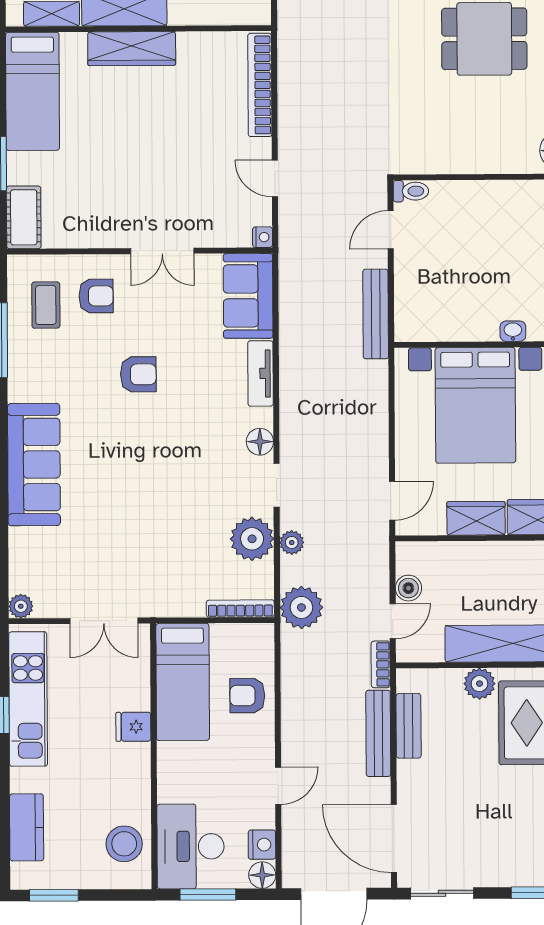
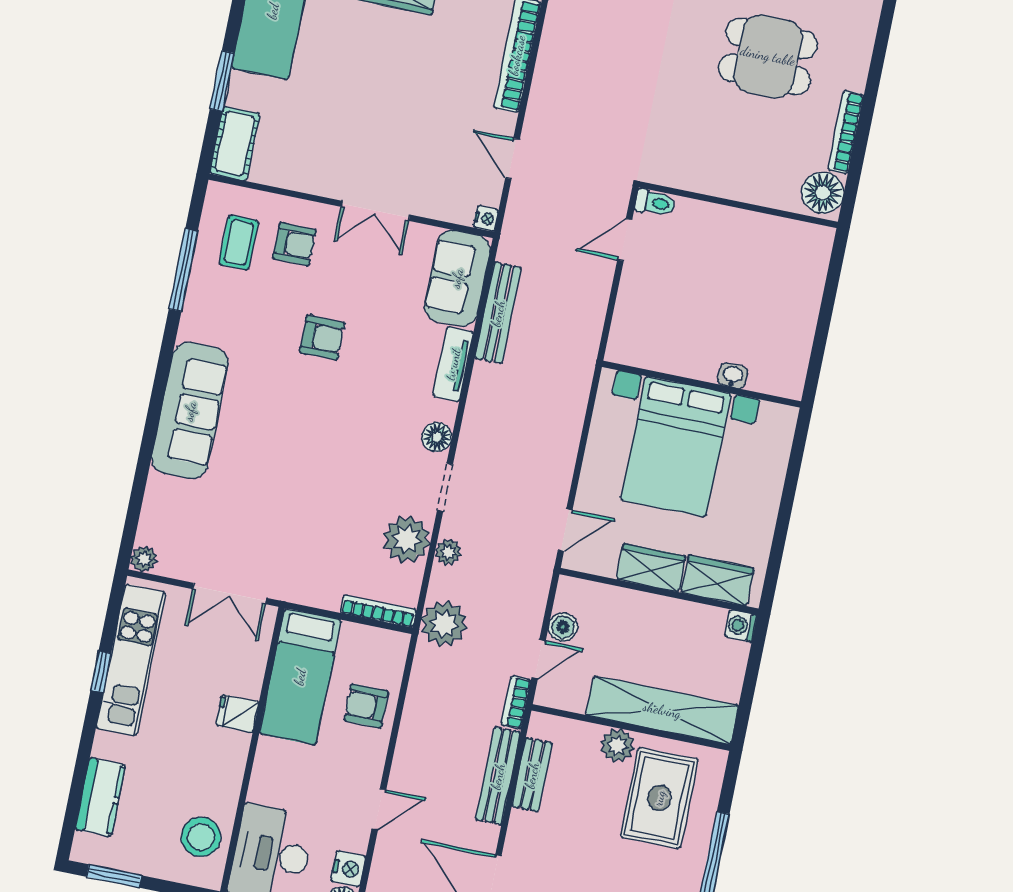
bench: (376, 314) -> (498, 313), moved

